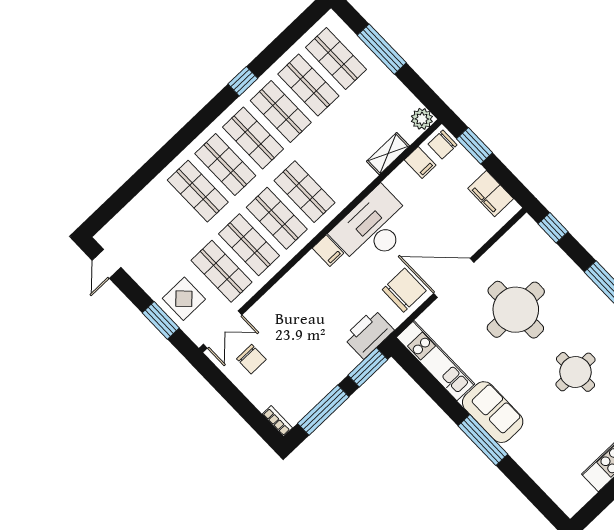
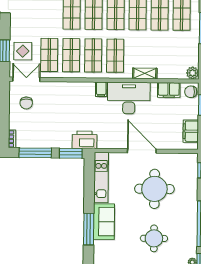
shelving: (388, 154) -> (145, 73), moved
filing cabinet: (420, 162) -> (169, 90), width x2.00
chair: (404, 290) -> (117, 136), removed
double door: (223, 330) -> (26, 79), swing flipped

